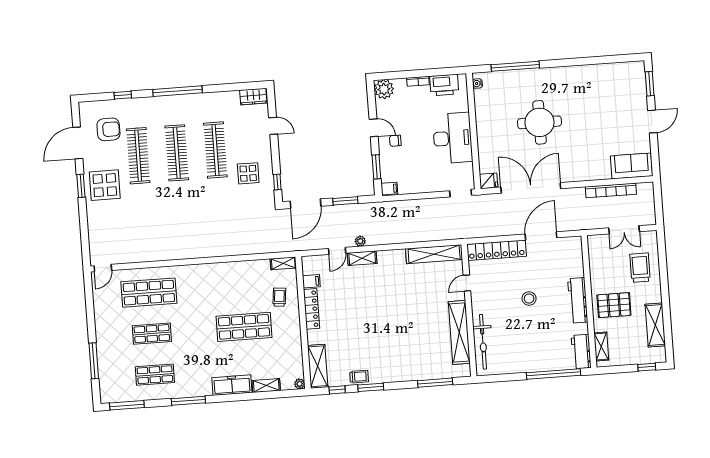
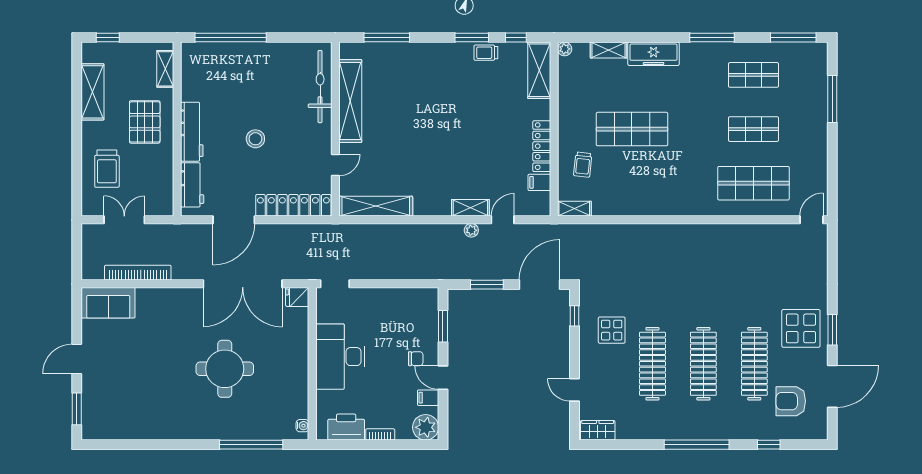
filing cabinet: (389, 189) -> (428, 398), moved
pallet: (614, 305) -> (145, 122), turned 90
workbench: (581, 352) -> (192, 185), moved

